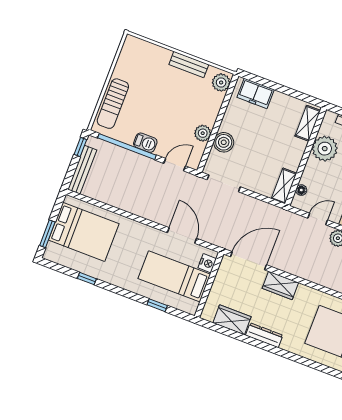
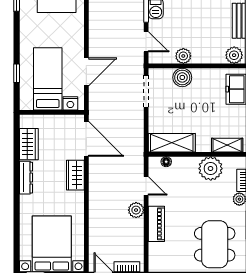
shelving: (284, 186) -> (172, 143), width x1.50, depth x1.33

